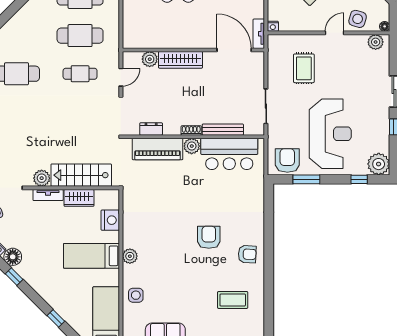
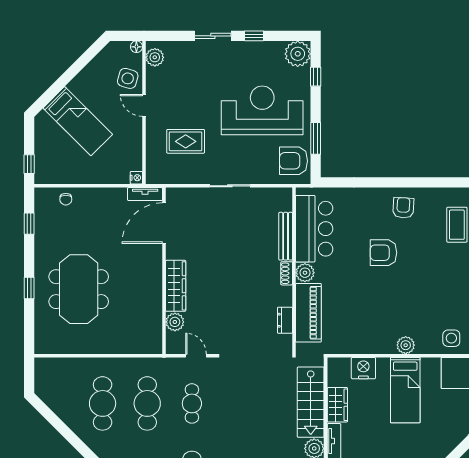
dresser: (151, 129) -> (285, 320), moved
shoe rack: (191, 130) -> (287, 273), moved
bench: (223, 130) -> (286, 236), moved
wall: (193, 137) -> (294, 271), moved
plant: (192, 146) -> (305, 273), moved
piano: (158, 149) -> (308, 313), moved
bar counter: (229, 154) -> (314, 229), moved

